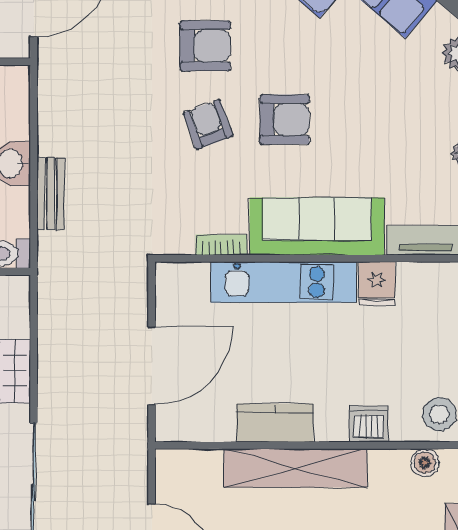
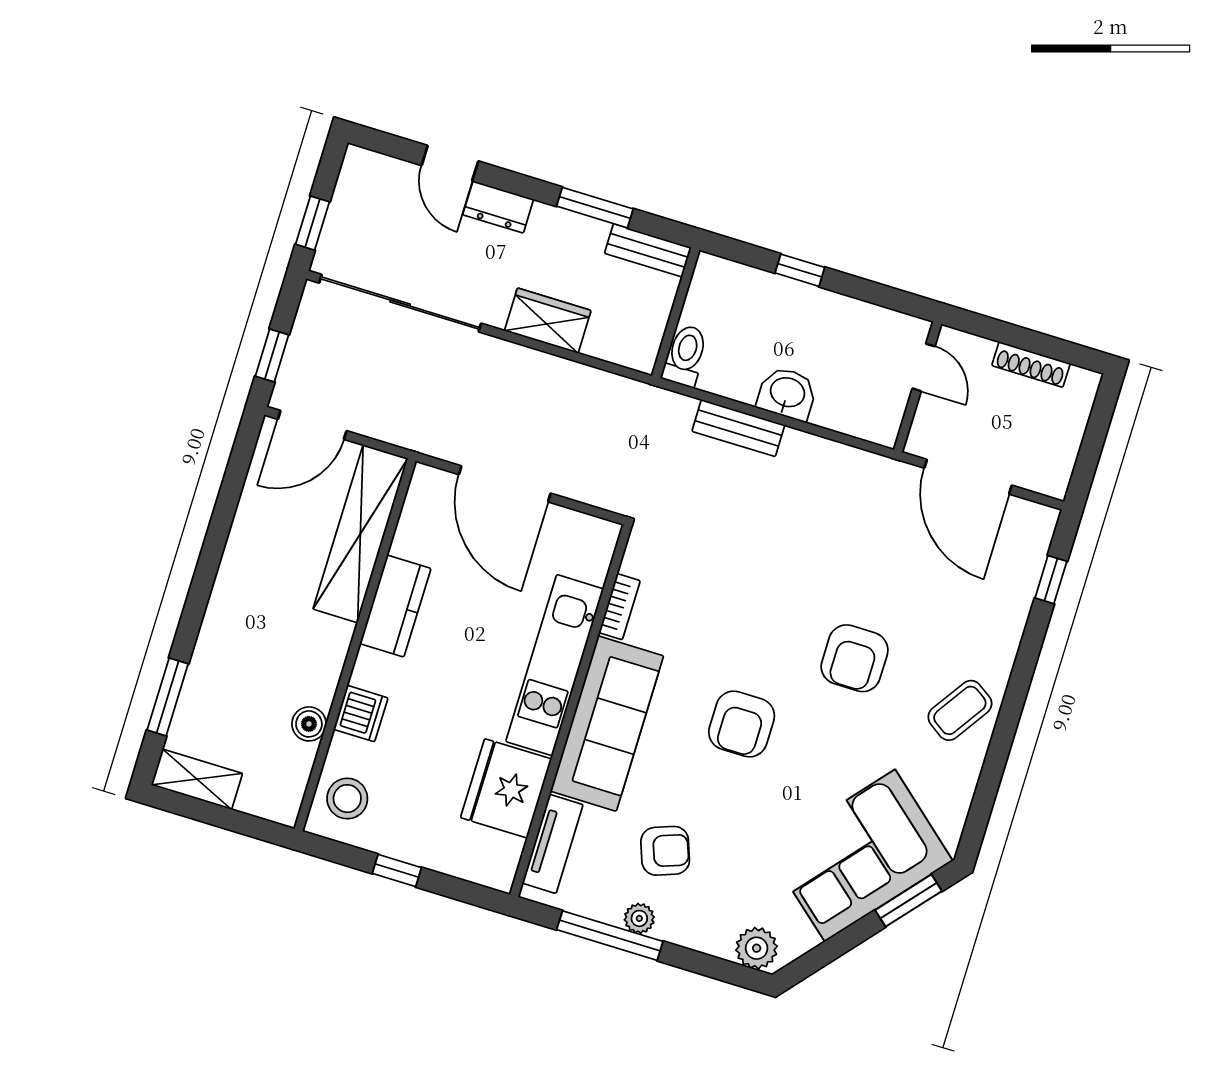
armchair: (208, 124) -> (665, 851), moved
fridge: (377, 283) -> (506, 788), width x1.88, depth x1.34
boiler: (425, 463) -> (309, 724), moved
shelving: (295, 468) -> (360, 534), moved

